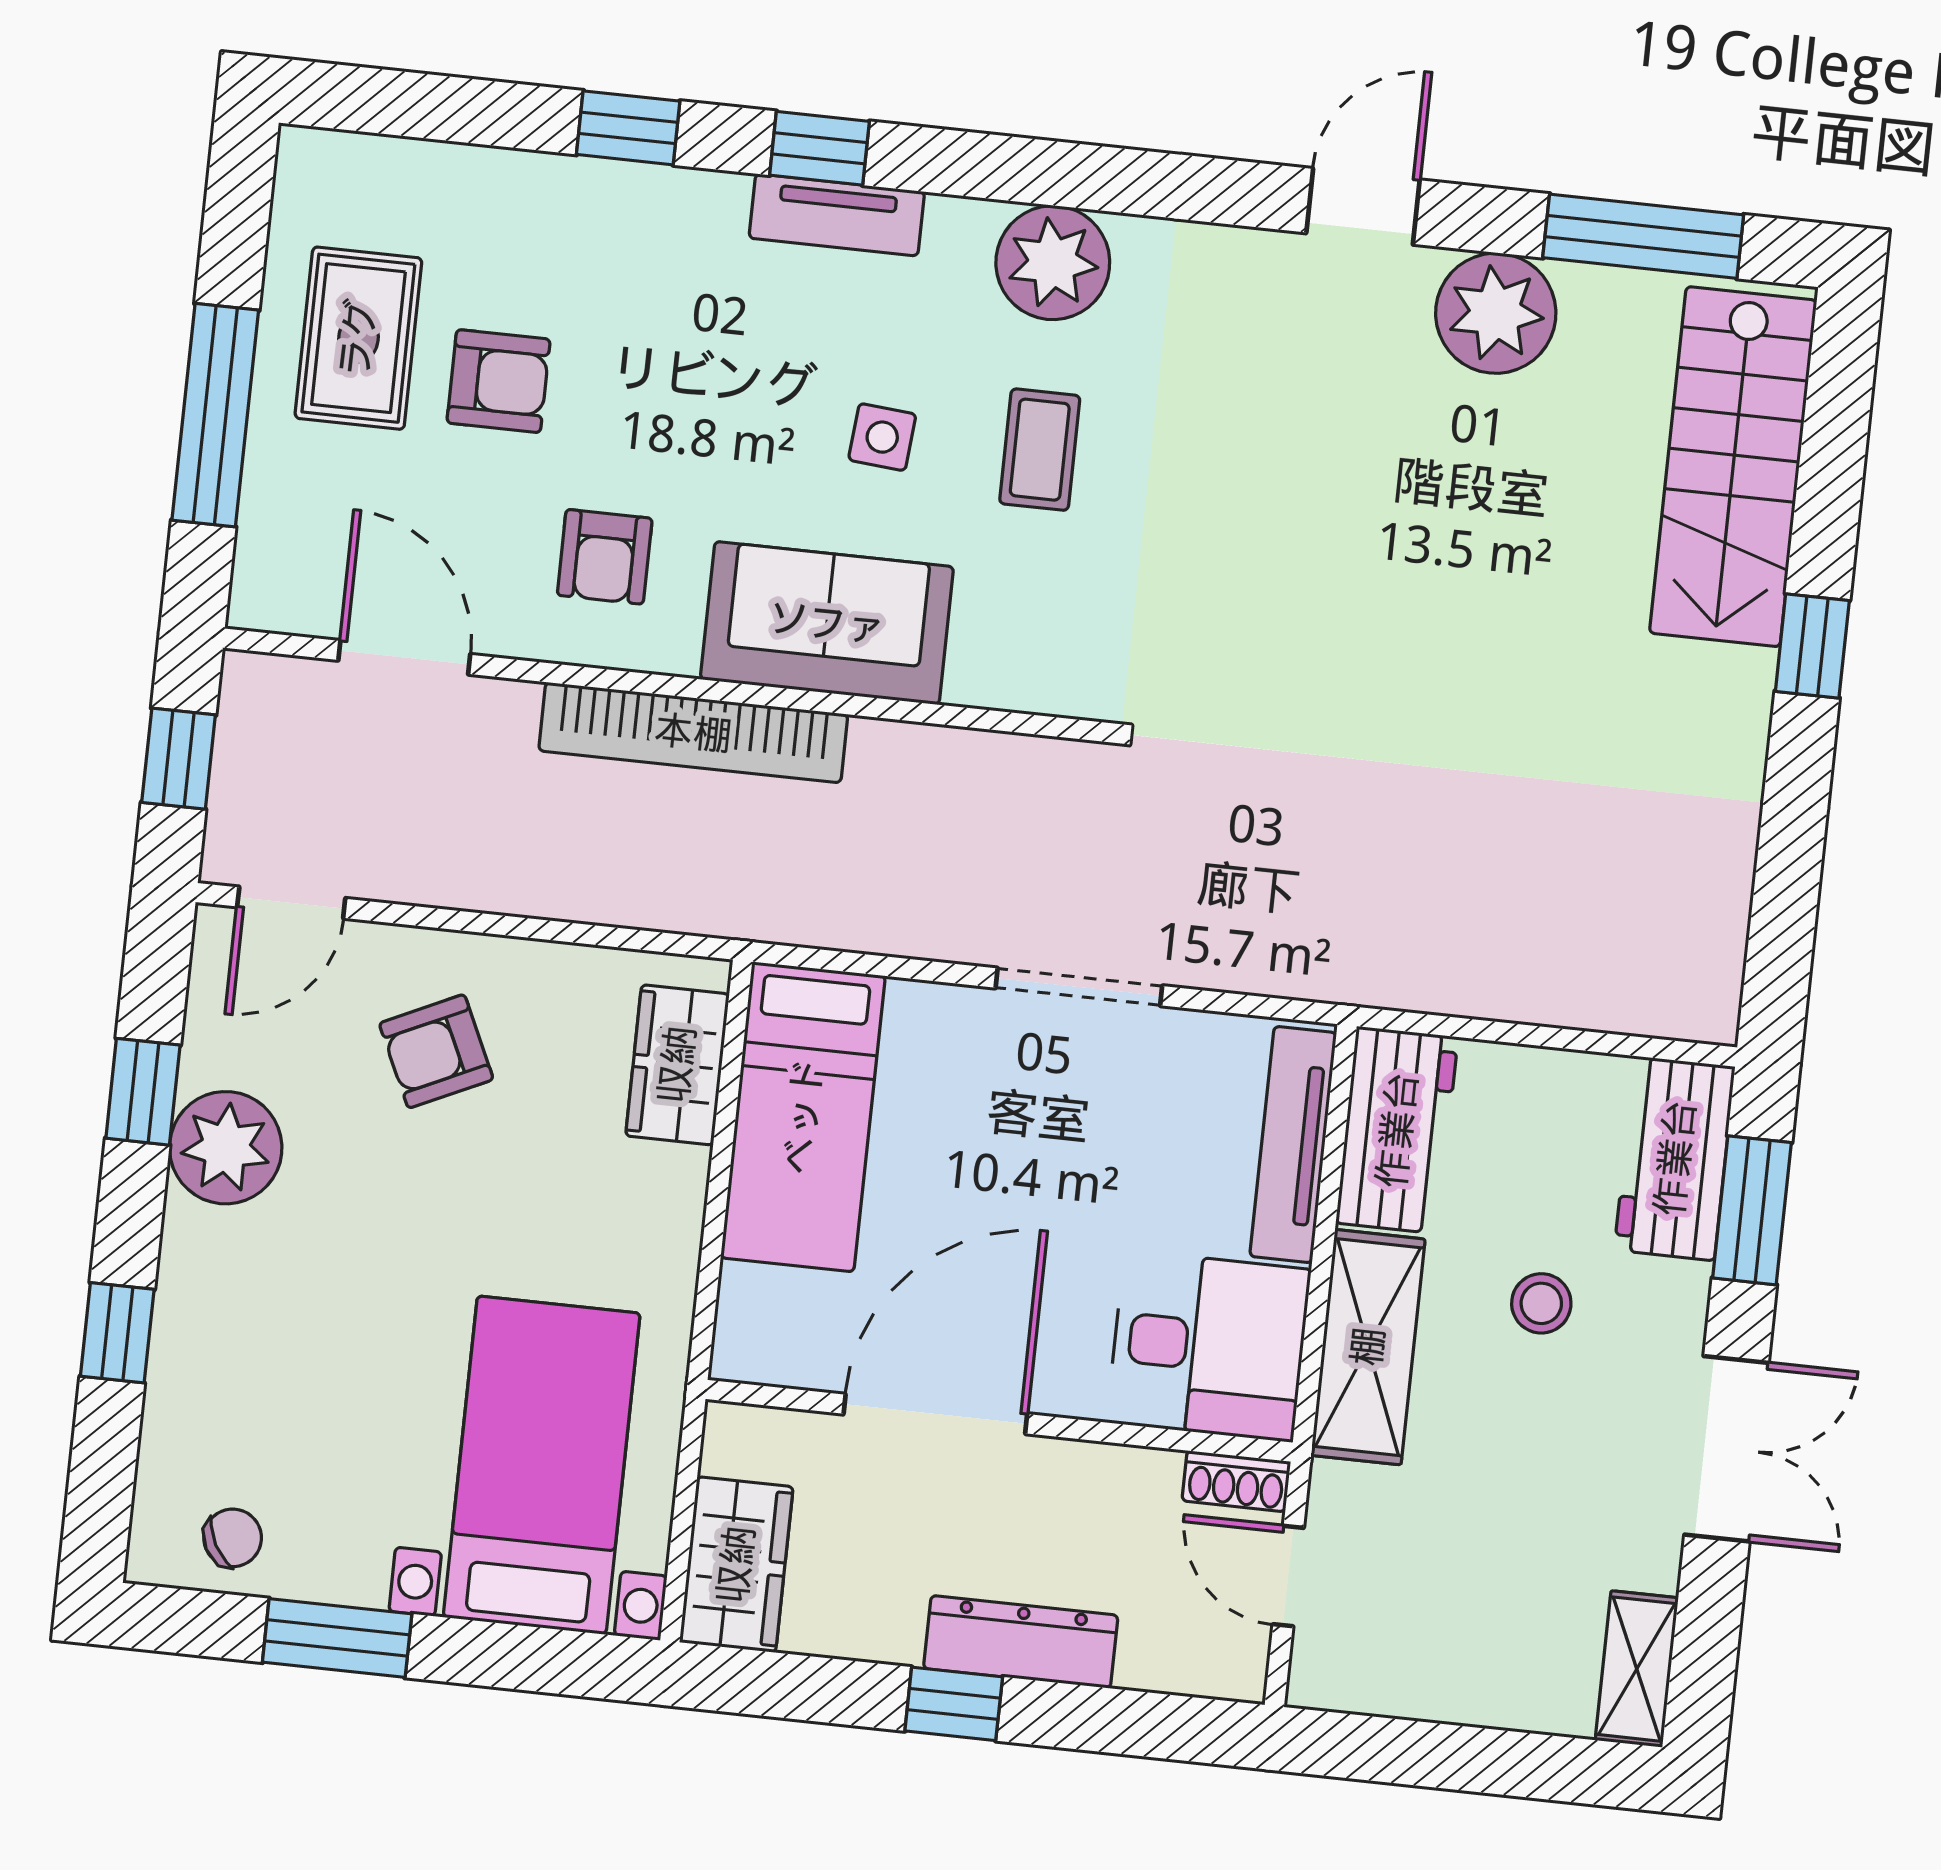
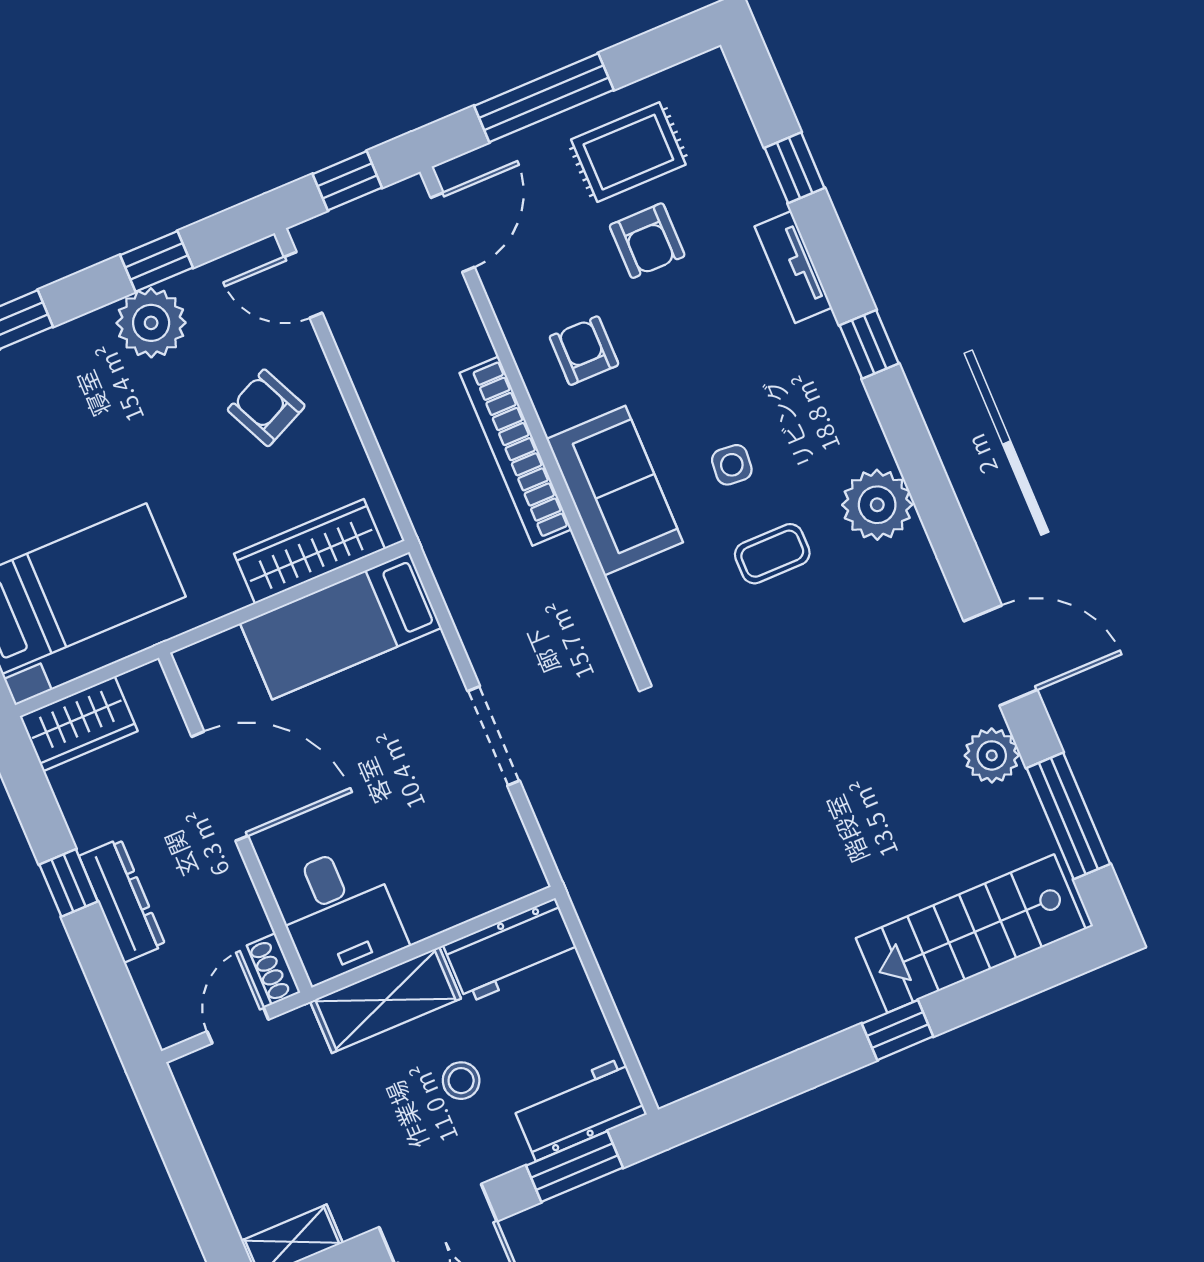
window: (628, 128) -> (795, 168), moved
door: (1363, 206) -> (1001, 656), width x1.38
tv unit: (837, 215) -> (793, 267), moved
plant: (1496, 313) -> (992, 755), width x0.73, depth x0.73
armchair: (605, 557) -> (584, 351), turned 90
door: (404, 657) -> (453, 232), moved
wardrobe: (677, 1065) -> (309, 551), width x1.50
tv unit: (1293, 1145) -> (473, 899), removed

